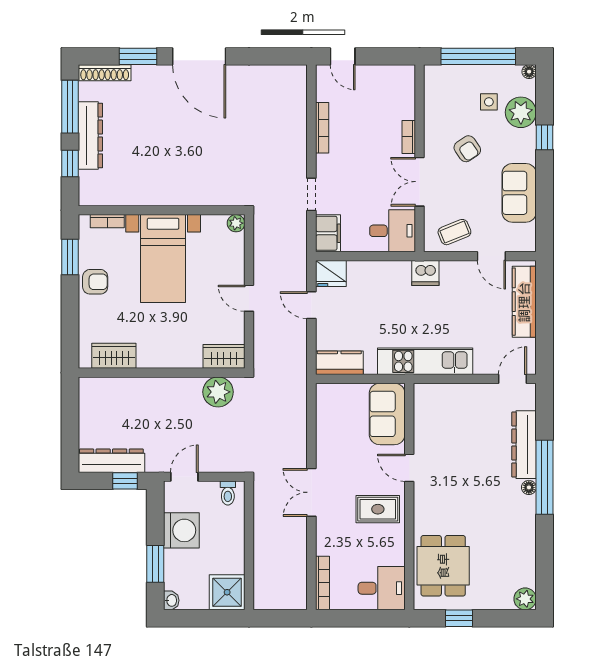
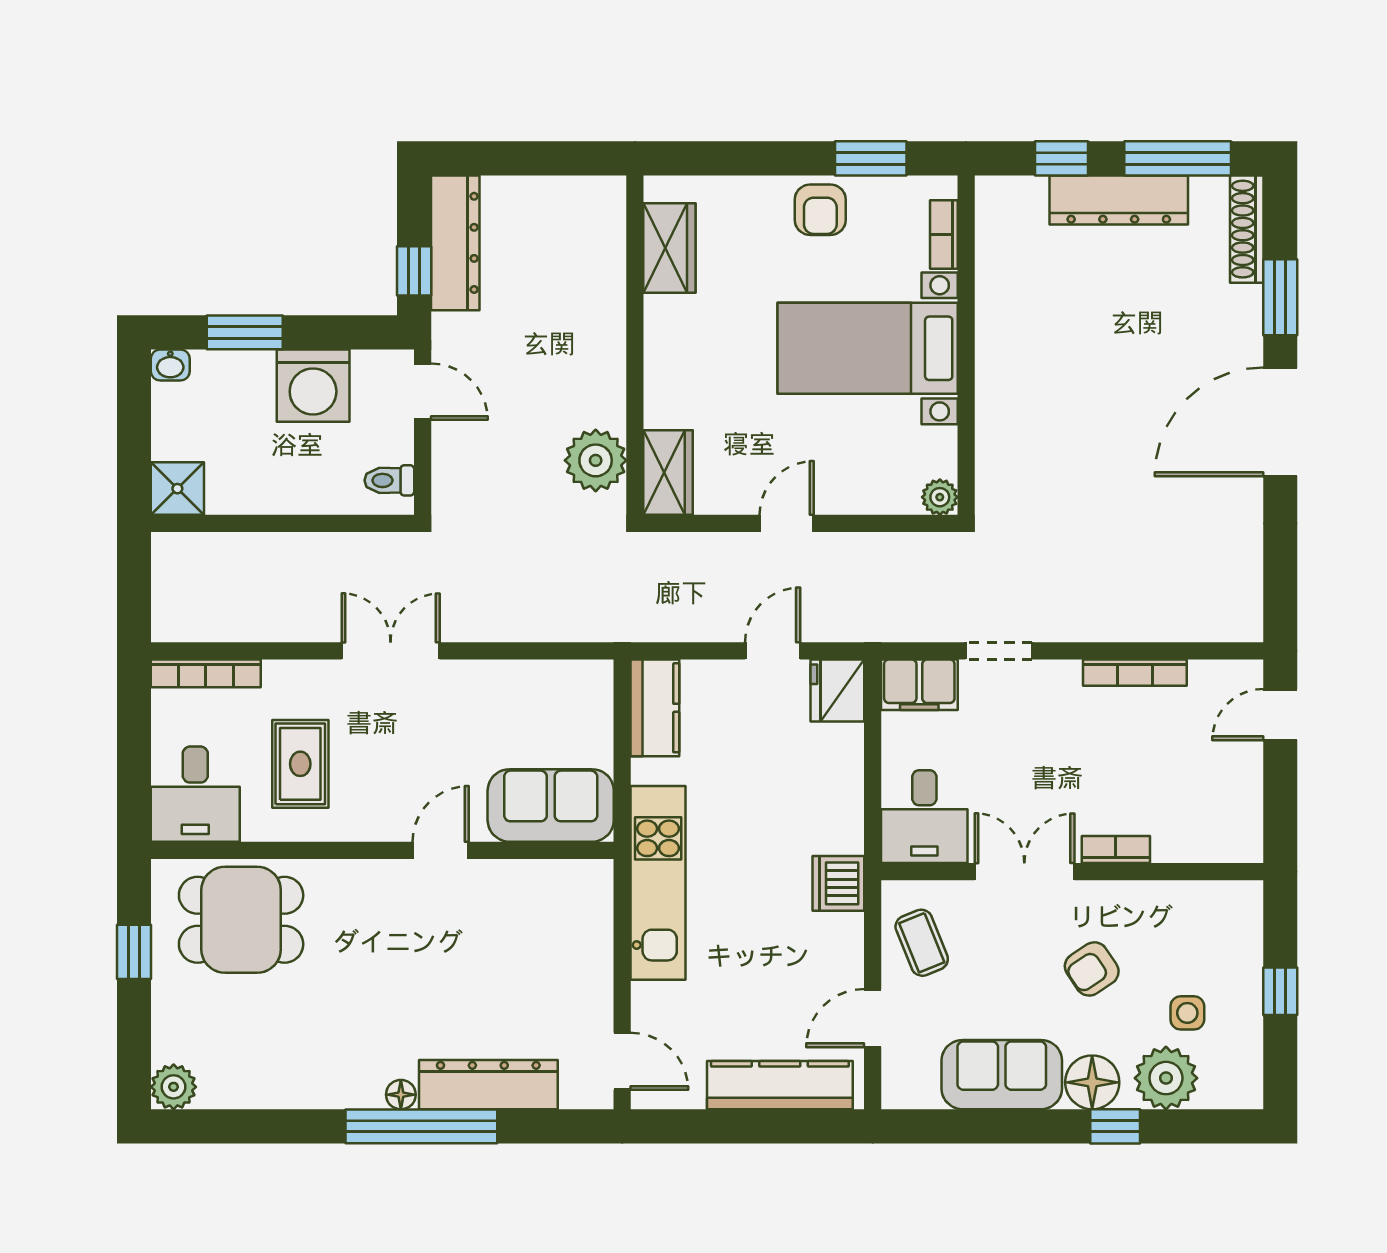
window: (478, 56) -> (1280, 991), width x0.32
floor lamp: (529, 72) -> (1092, 1082), moved, width x1.89, depth x1.89
rug: (378, 509) -> (300, 764), moved
shower: (227, 592) -> (177, 489), width x0.73, depth x0.73

